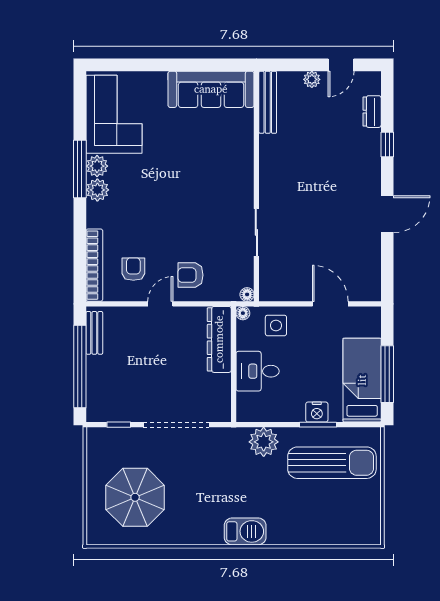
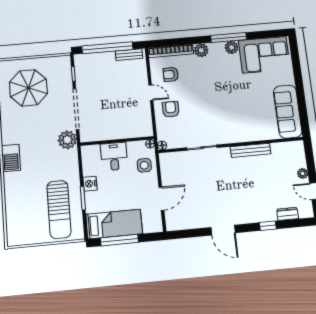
bench: (268, 102) -> (251, 150), moved
plant: (97, 190) -> (201, 50), moved
armchair: (133, 269) -> (171, 74), turned 180
dresser: (219, 339) -> (132, 131), removed
nightstand: (317, 412) -> (90, 184), moved
plant: (264, 442) -> (67, 140), moved

